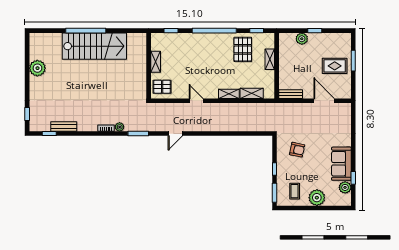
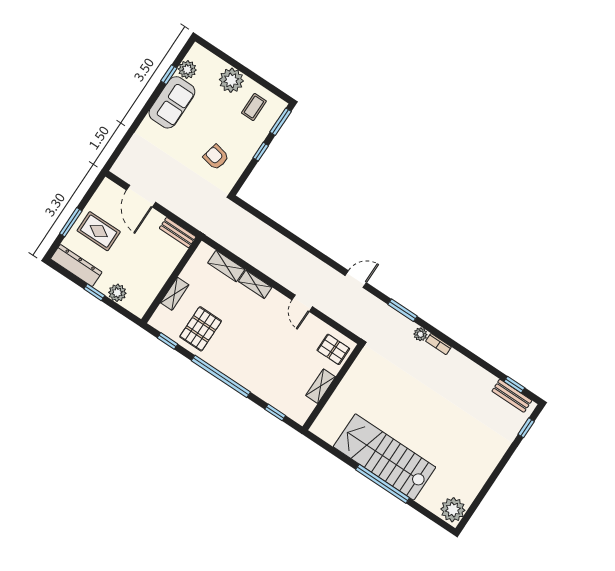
dresser: (334, 39) -> (76, 265), added
plant: (37, 68) -> (453, 510), moved
bench: (64, 126) -> (512, 396), moved

